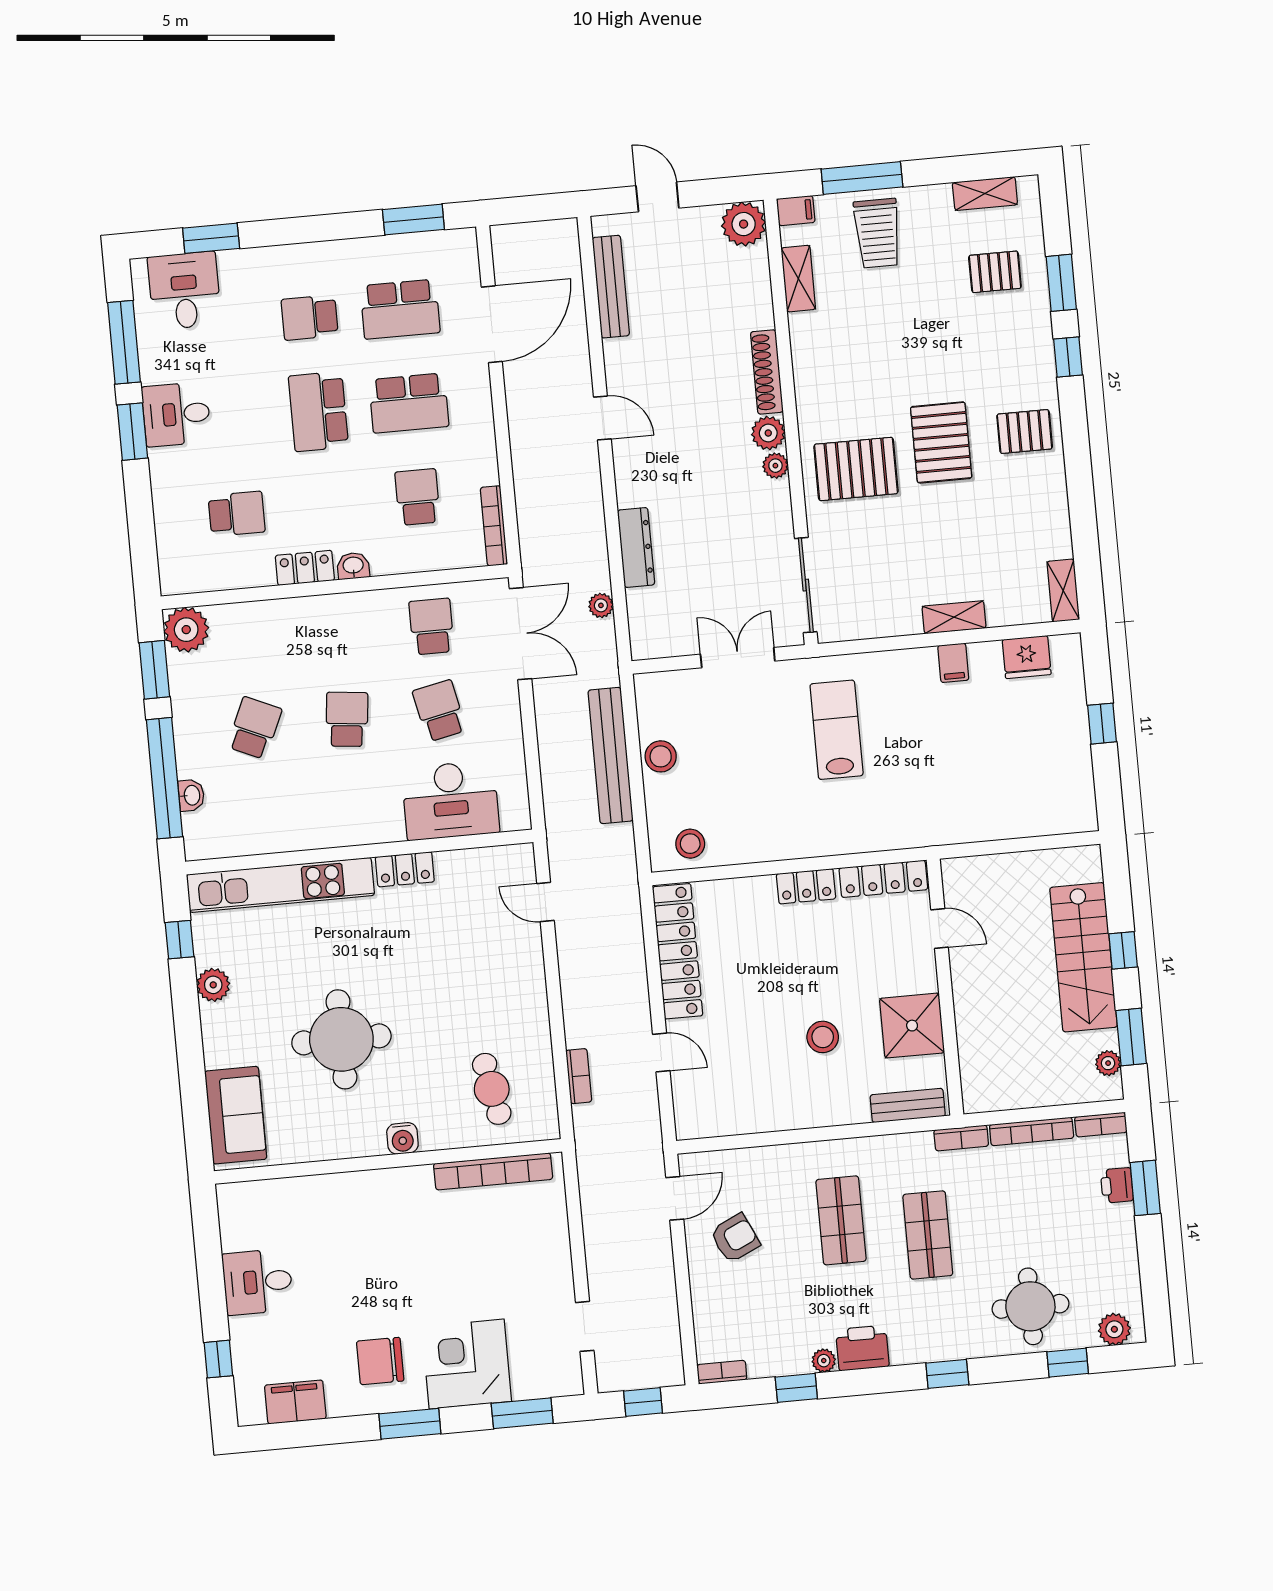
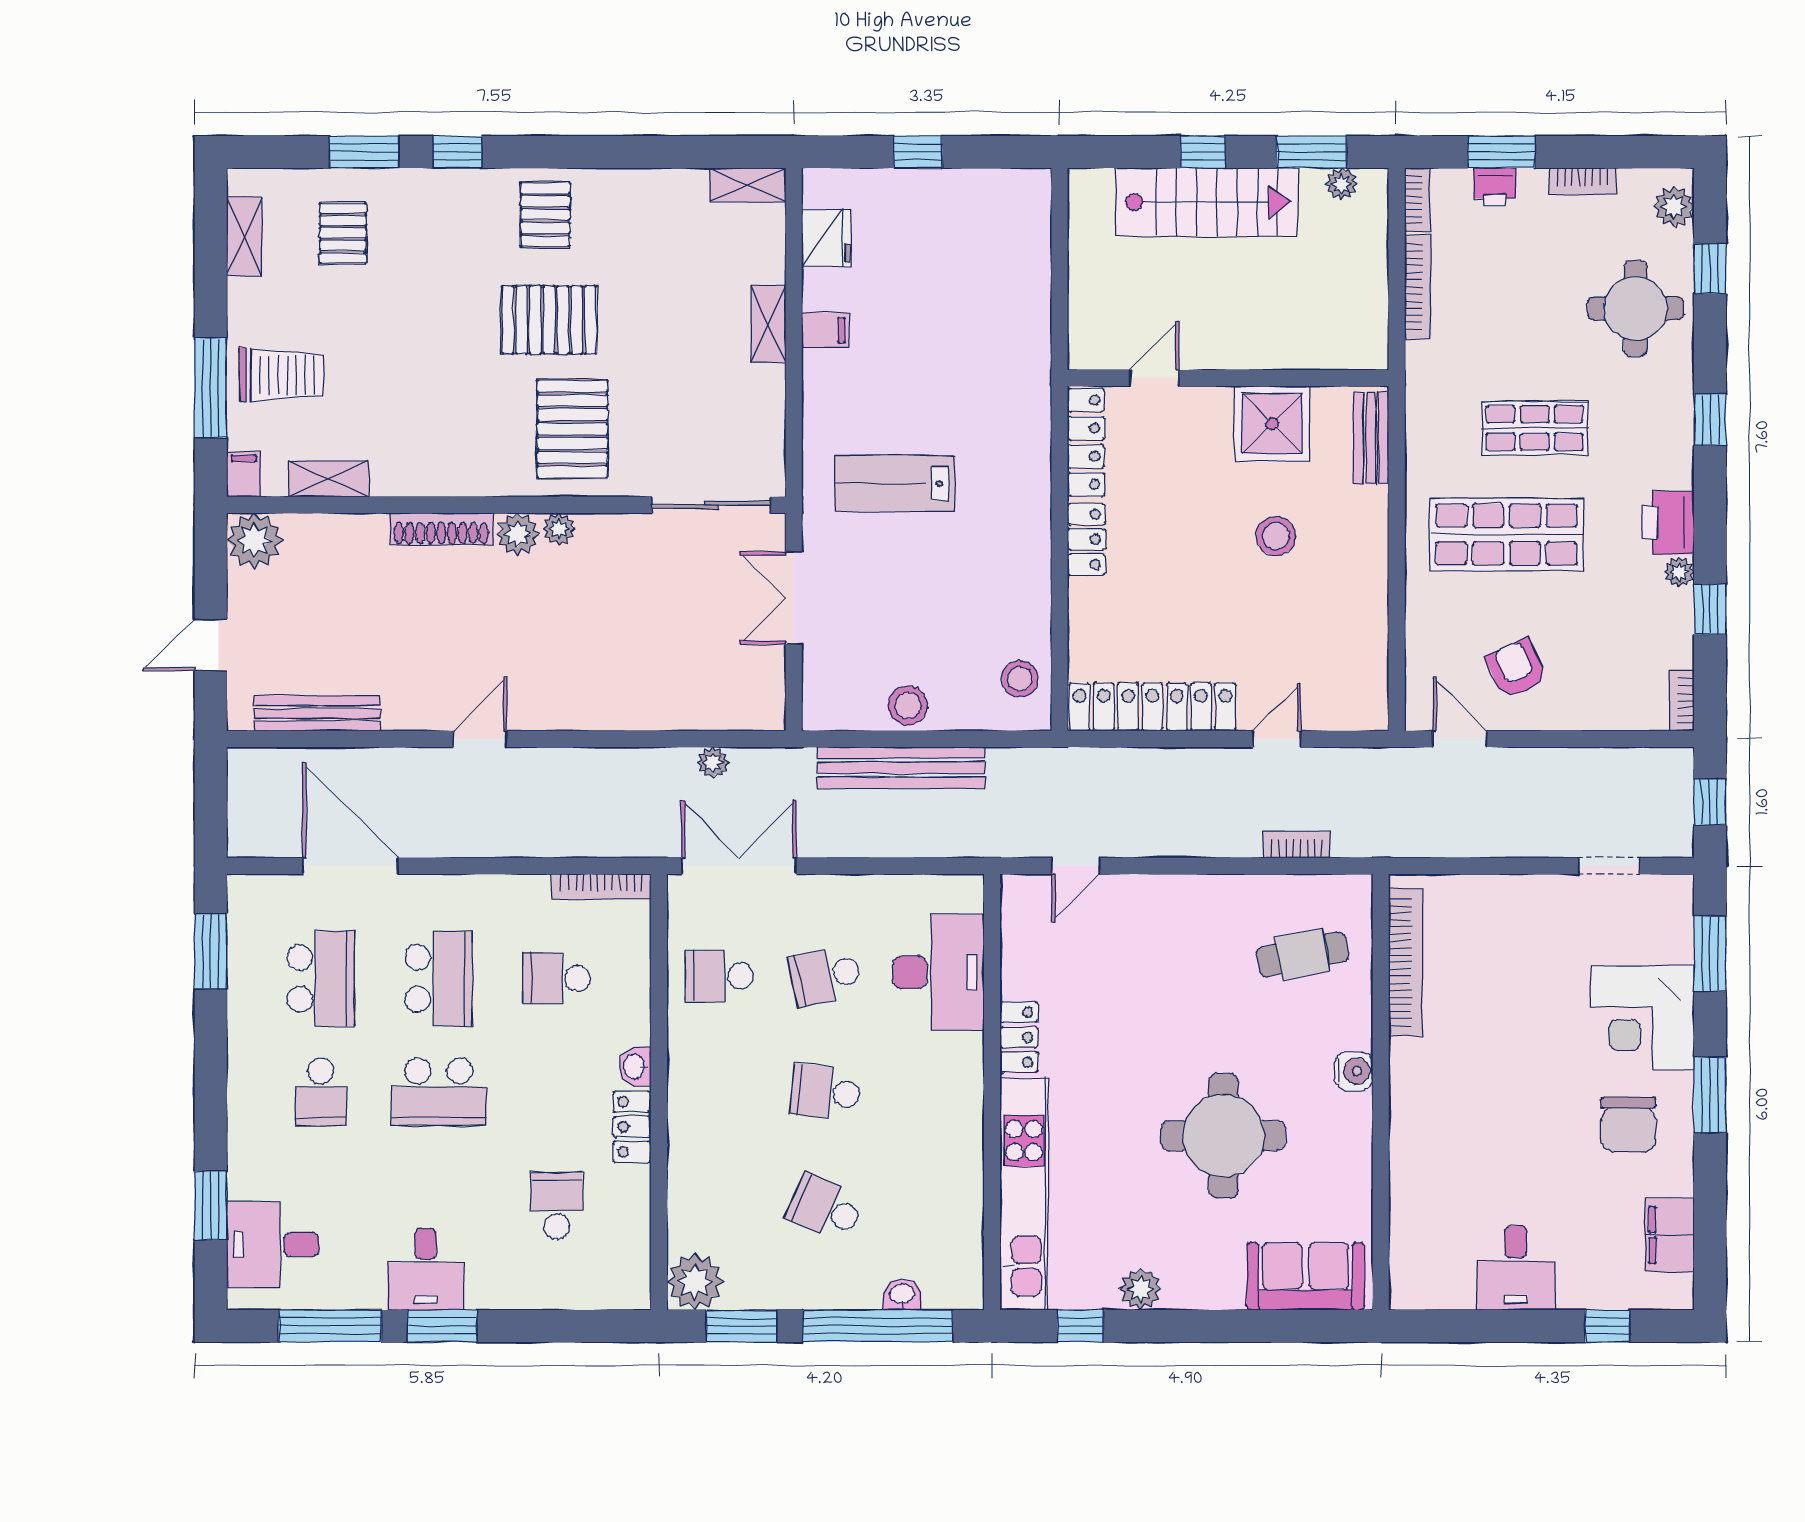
dresser: (636, 547) -> (645, 712), removed
bookcase: (961, 1138) -> (1582, 181), moved, turned 90
shop shelf: (841, 1220) -> (1506, 534), width x1.43, depth x1.36

